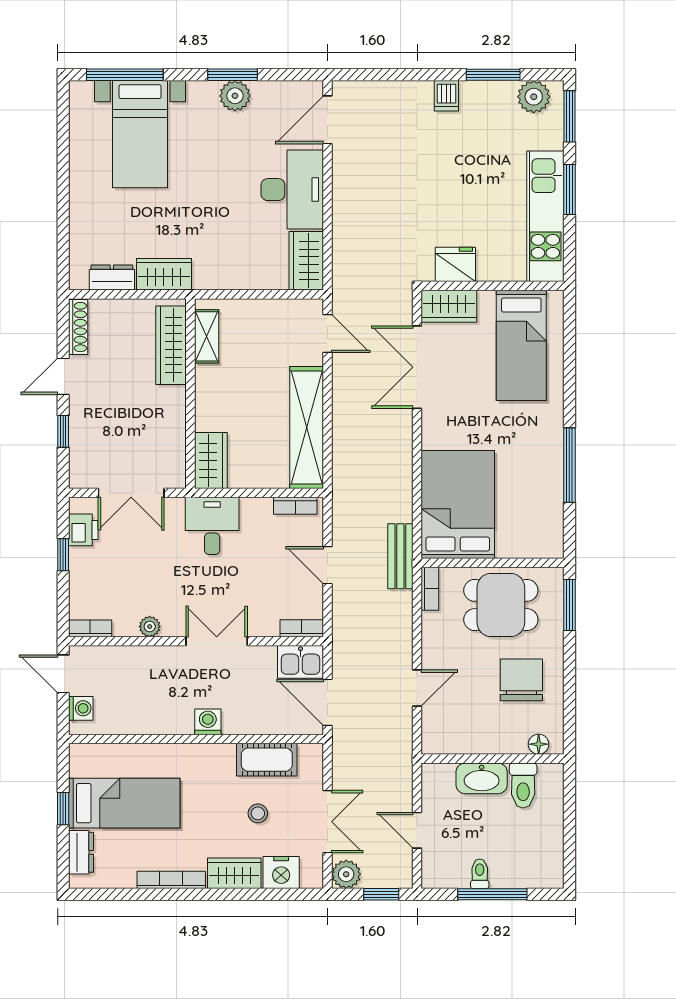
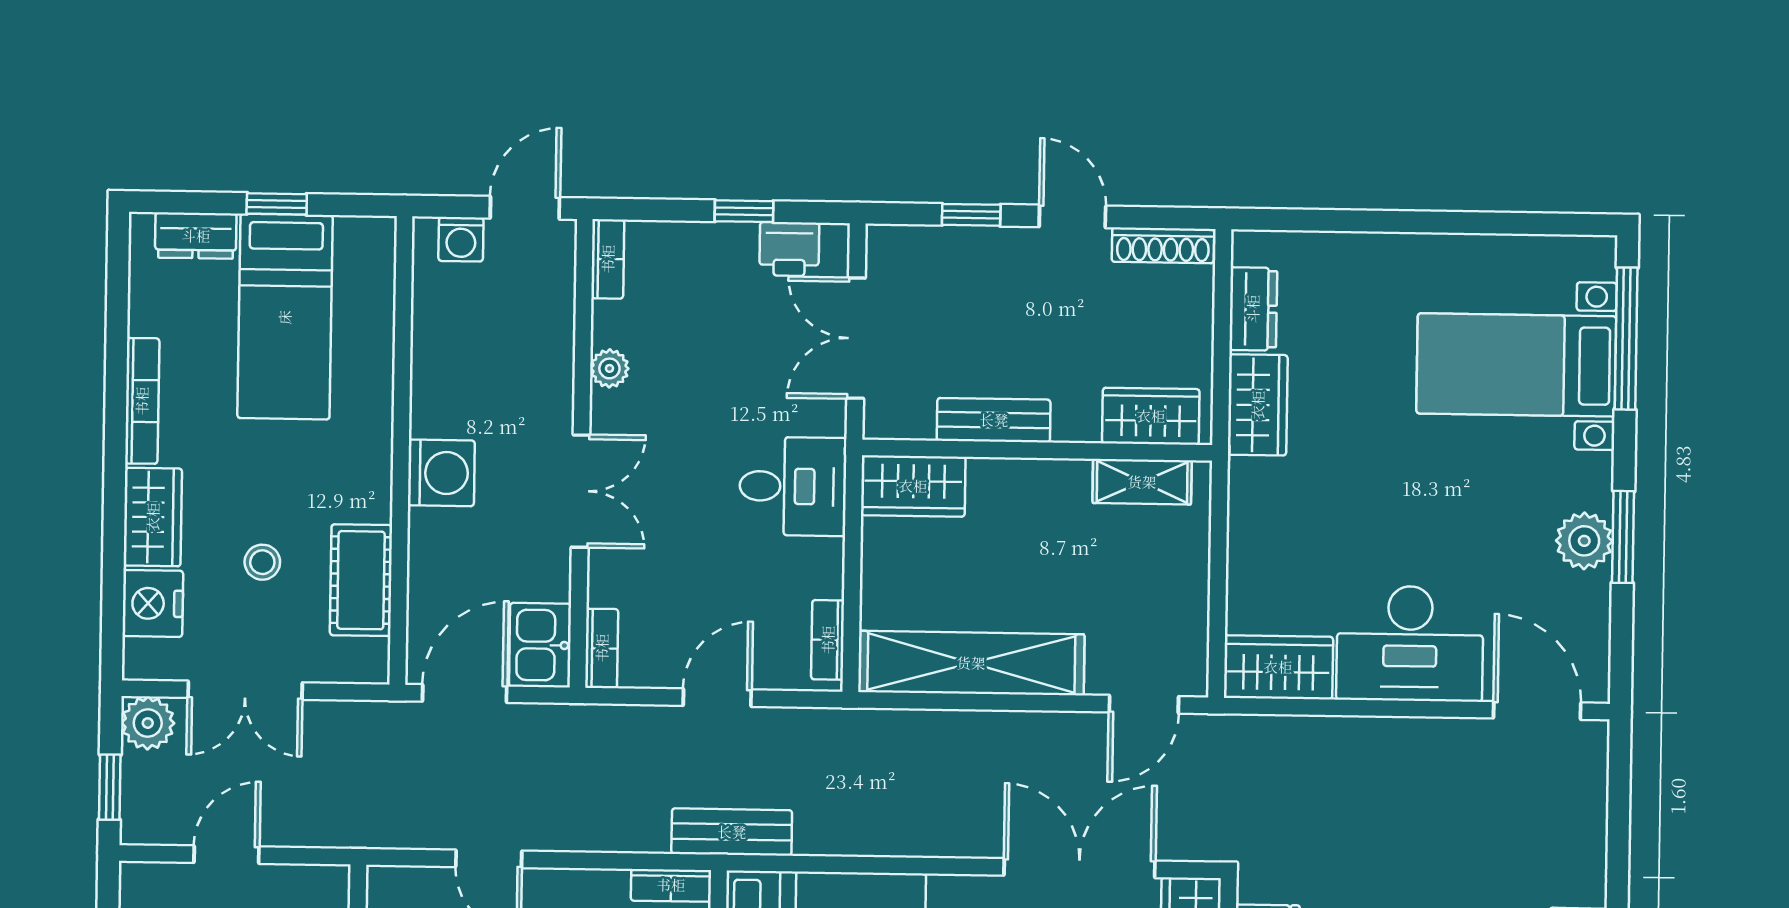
wardrobe: (171, 345) -> (1151, 416), width x0.67
bench: (175, 417) -> (994, 420), added
washing machine: (208, 722) -> (441, 473), width x1.38, depth x1.38

